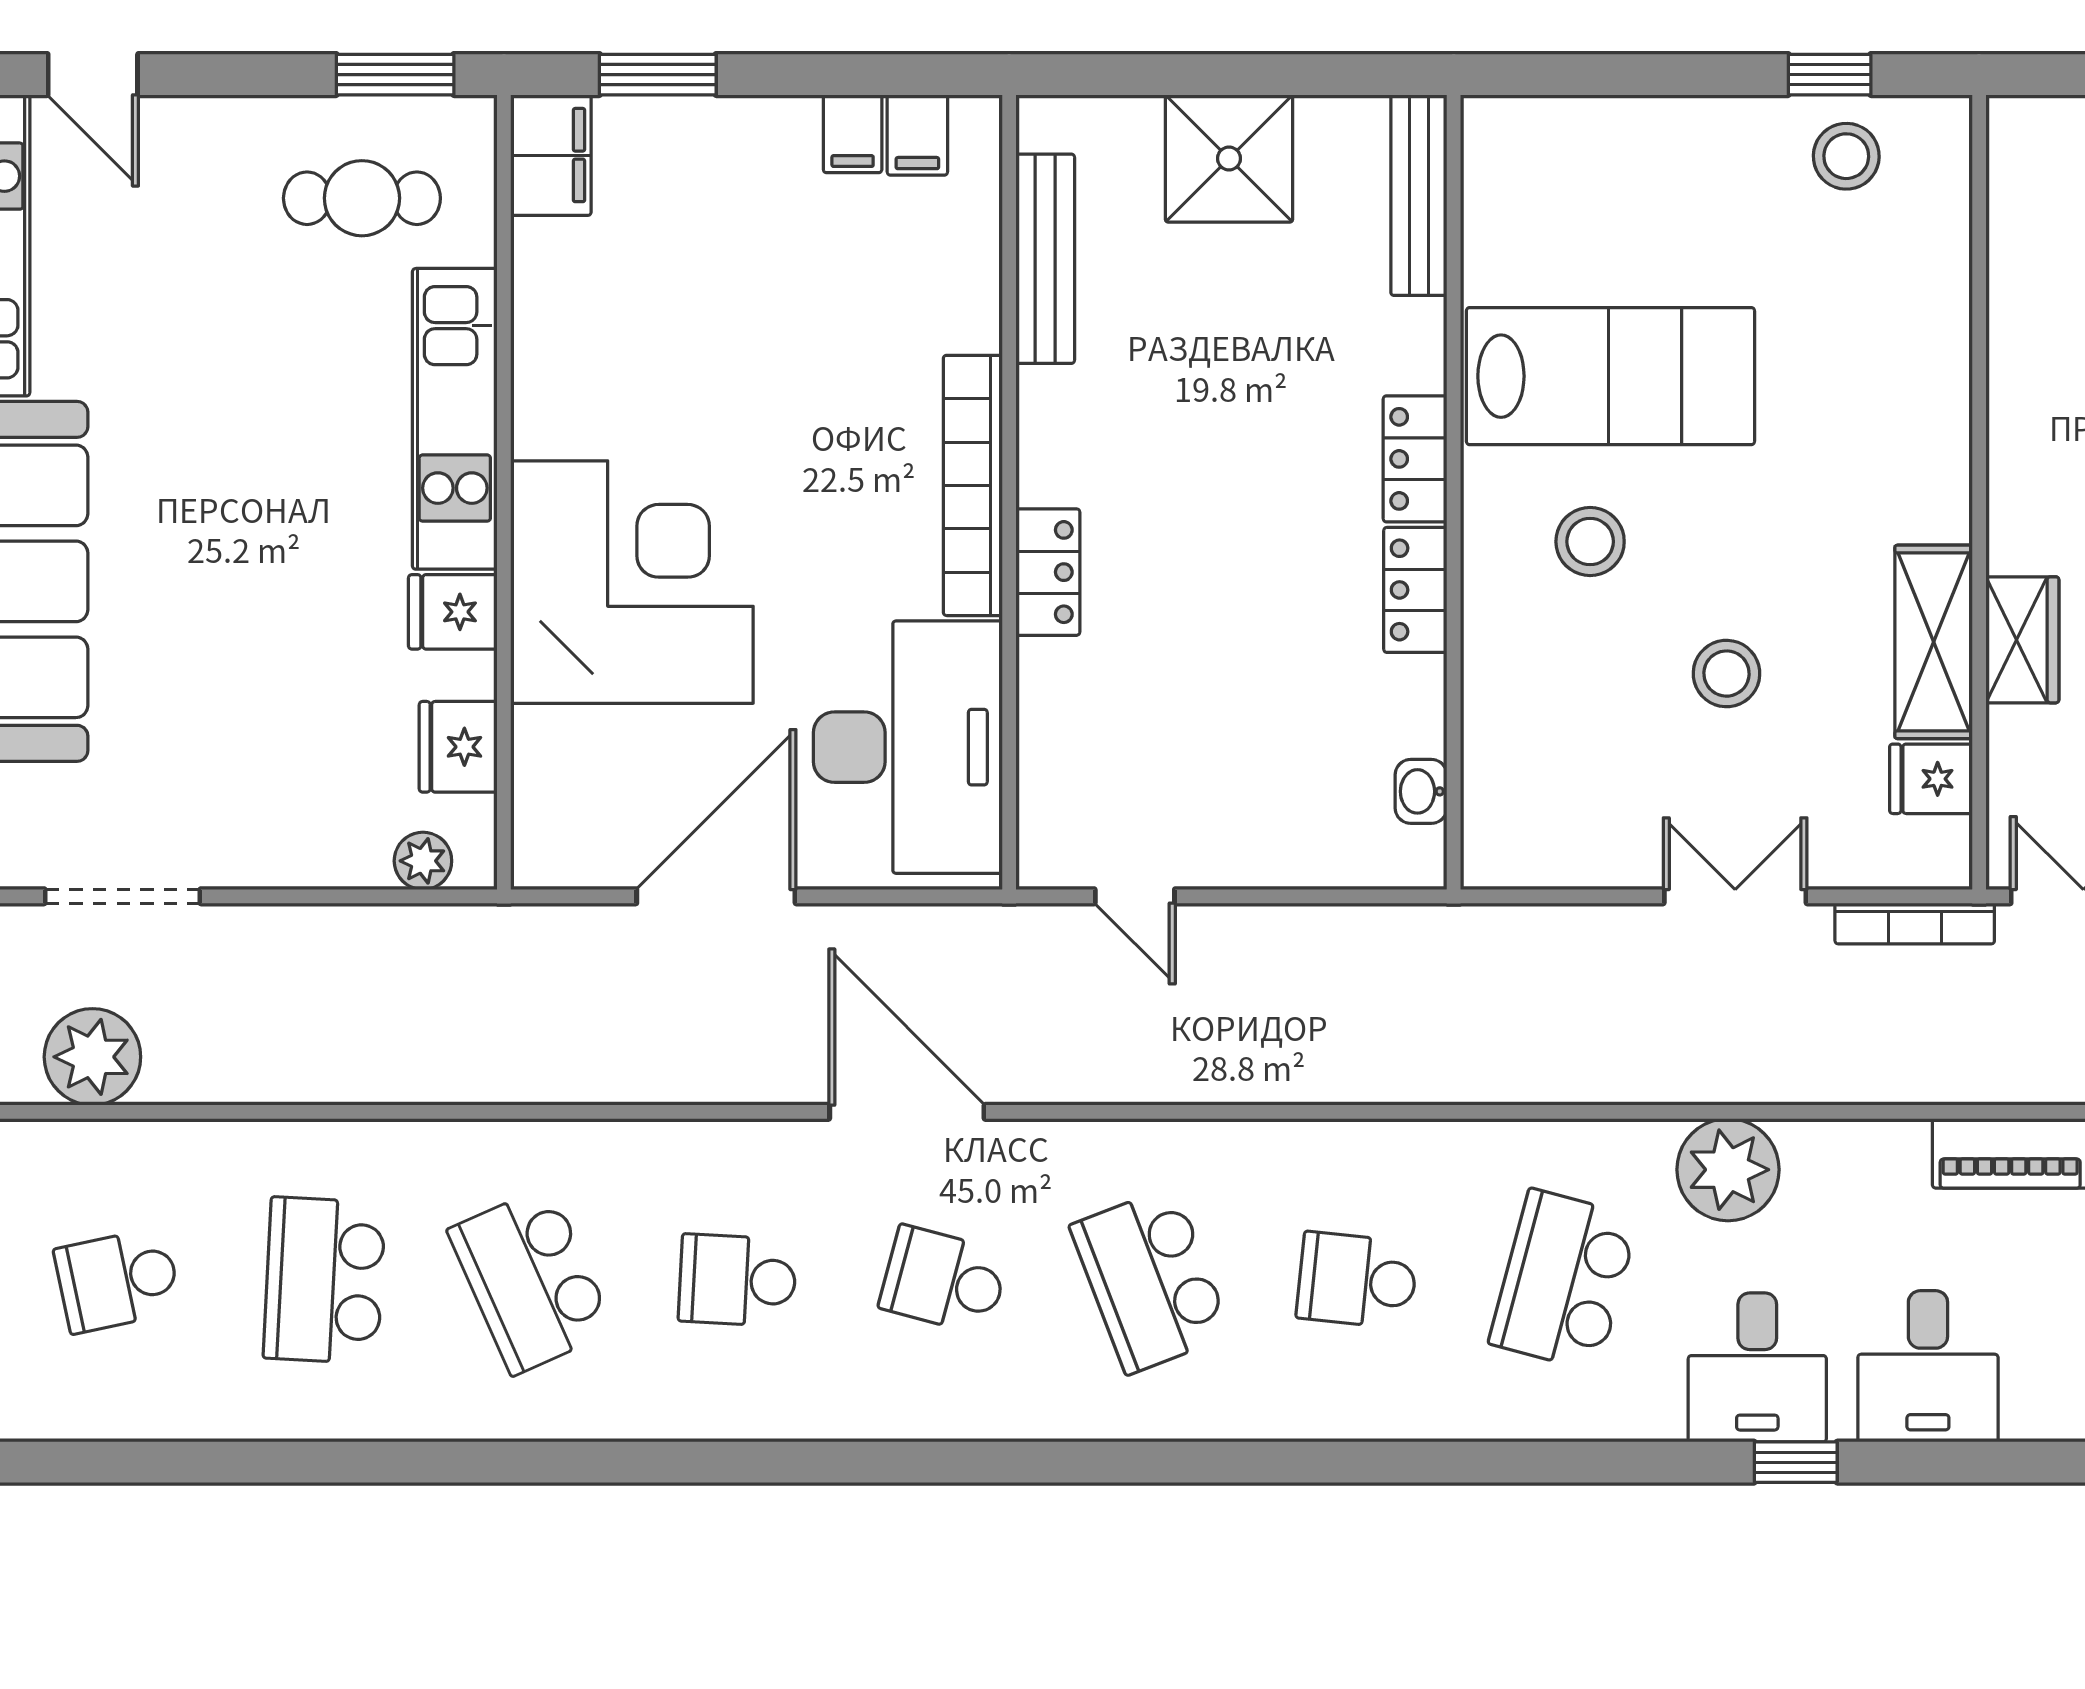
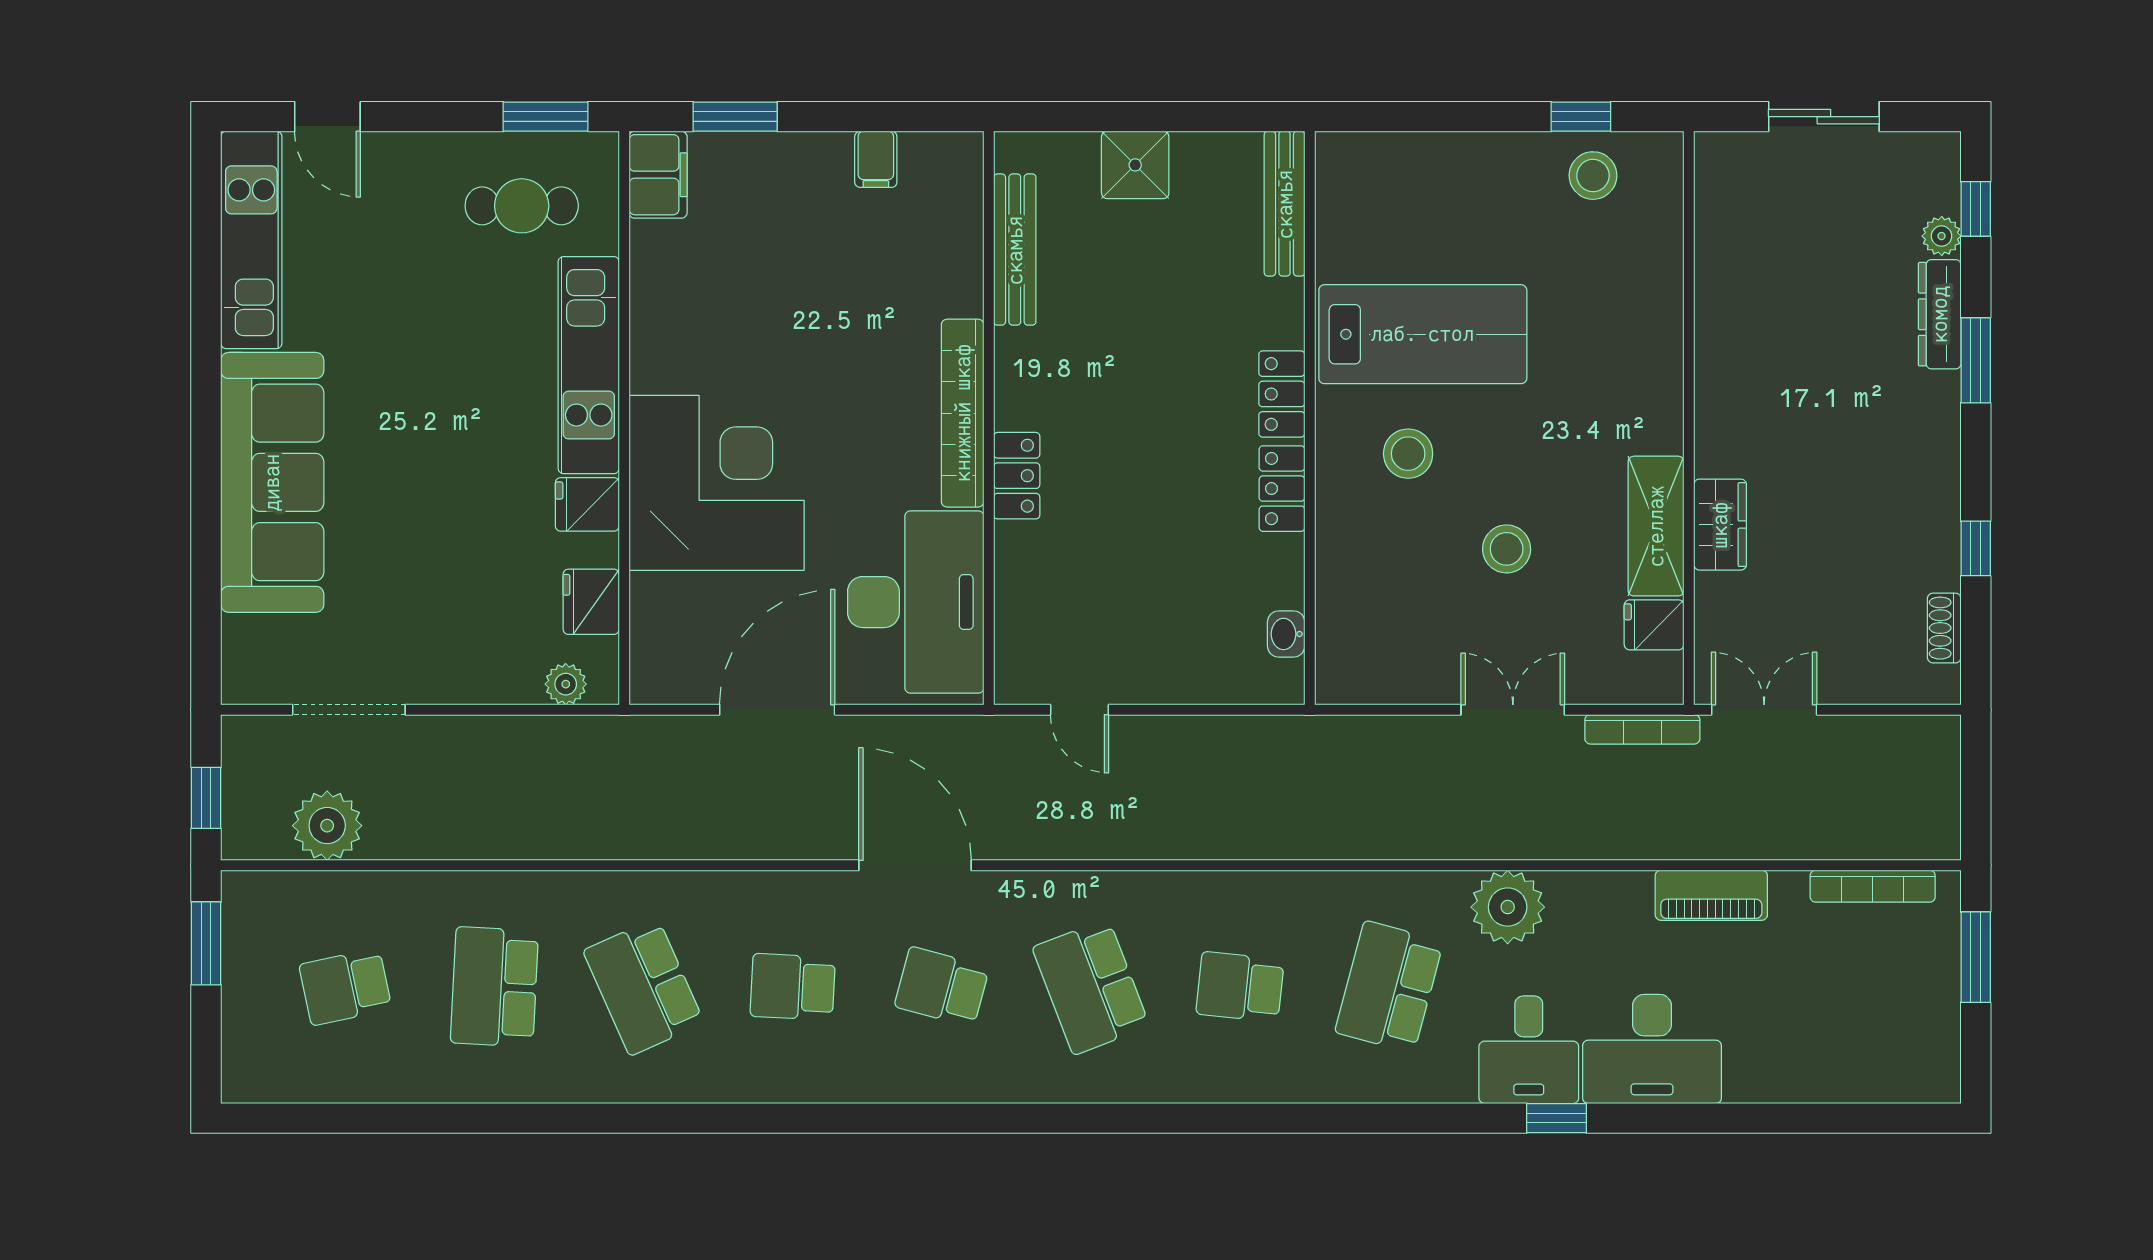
filing cabinet: (917, 135) -> (923, 160), removed
shower: (1229, 158) -> (1135, 165), width x0.73, depth x0.73
desk: (1928, 1366) -> (1652, 1049), width x1.37

